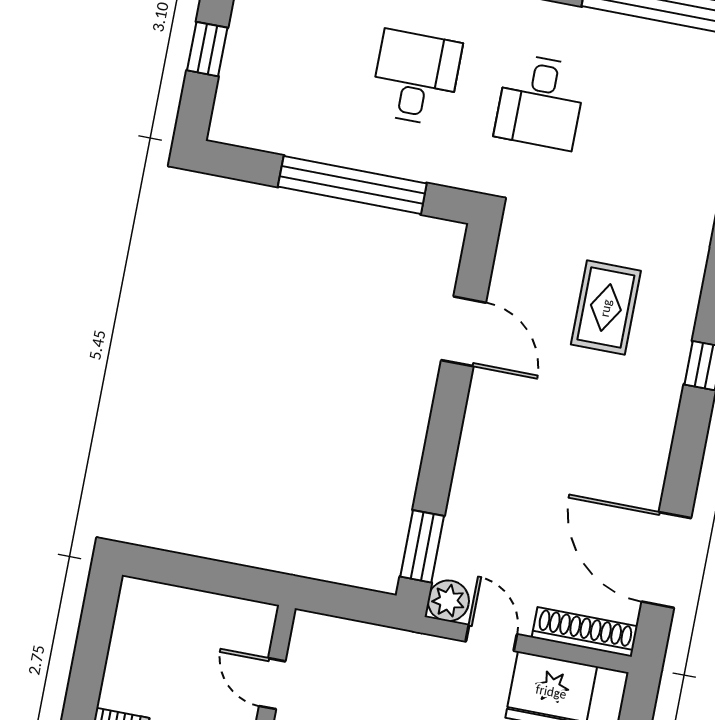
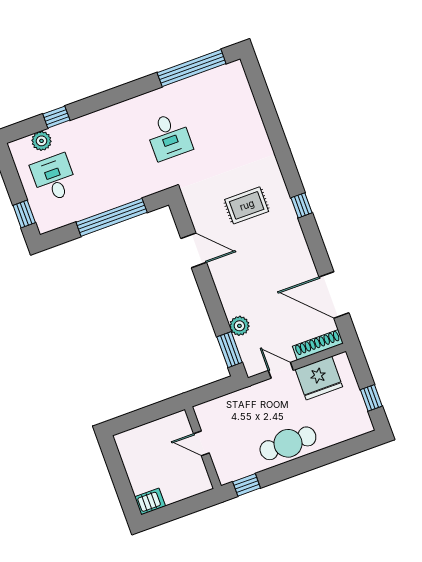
window: (207, 49) -> (24, 214), moved
desk: (416, 78) -> (54, 178), moved
rug: (606, 308) -> (247, 205), turned 90
plant: (448, 601) -> (239, 326), moved

